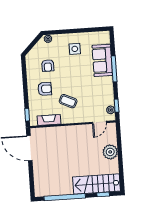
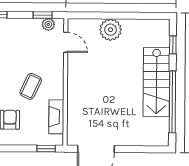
stairs: (96, 184) -> (156, 82), moved

